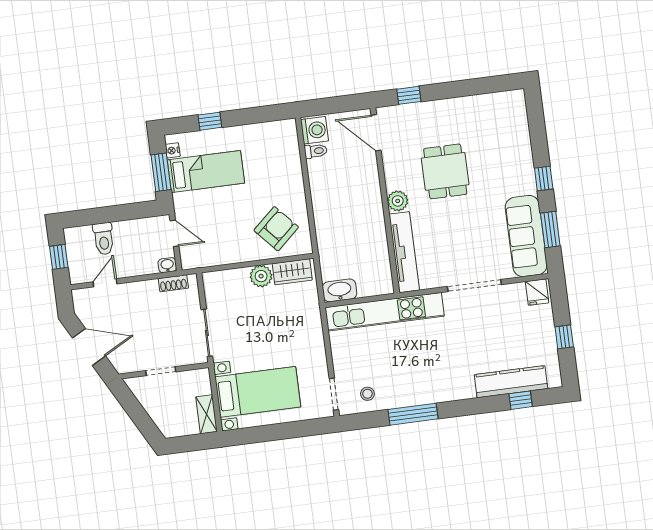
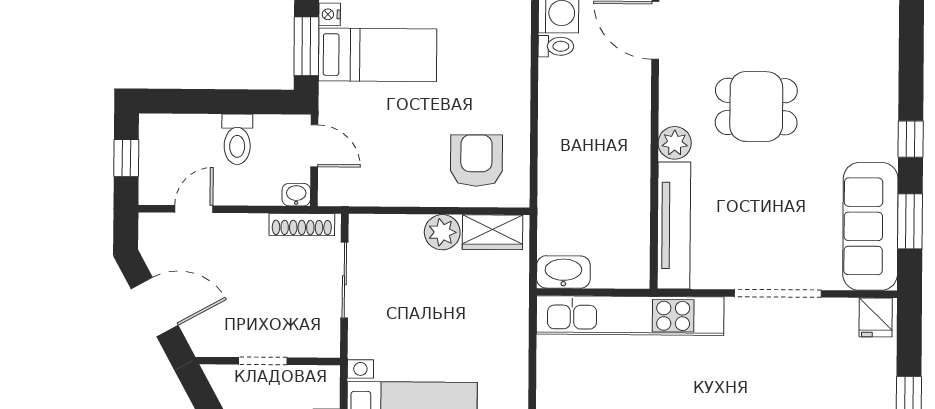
dining table: (445, 171) -> (756, 107), turned 90
armchair: (276, 229) -> (476, 161), turned -48
toilet: (104, 239) -> (237, 139), moved
shoe rack: (173, 283) -> (302, 225), width x1.43
sliding door: (207, 333) -> (344, 280), moved

